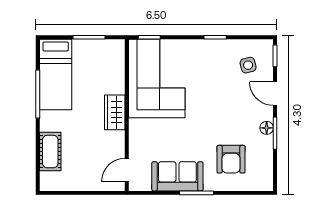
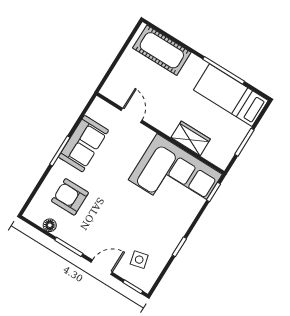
wardrobe: (115, 112) -> (191, 138), moved
floor lamp: (267, 128) -> (50, 225), moved
cot: (50, 152) -> (162, 50), width x1.37, depth x1.34
door: (127, 170) -> (132, 115), moved

